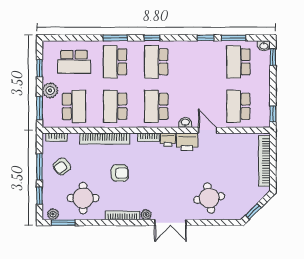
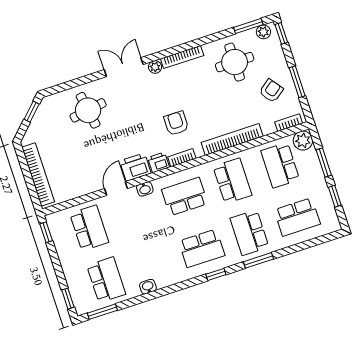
window: (205, 38) -> (154, 295), removed
window: (234, 38) -> (102, 312), moved
washbasin: (264, 46) -> (148, 287), moved
school desk: (74, 62) -> (297, 217), turned 180
school desk: (115, 62) -> (249, 233), turned 180
school desk: (156, 62) -> (202, 248), turned 90
plant: (50, 90) -> (303, 141), moved
school desk: (156, 106) -> (185, 197), turned -90
window: (39, 108) -> (324, 163), moved
door: (208, 130) -> (116, 188), swing flipped
armchair: (120, 173) -> (176, 123), moved, turned 90
window: (39, 196) -> (281, 33), moved

